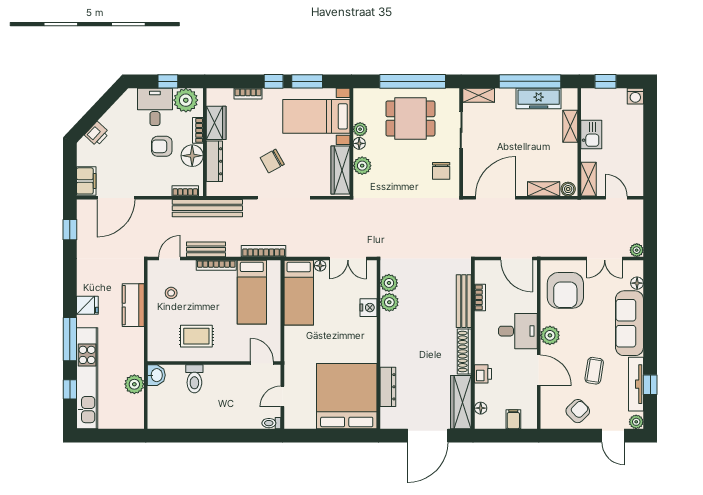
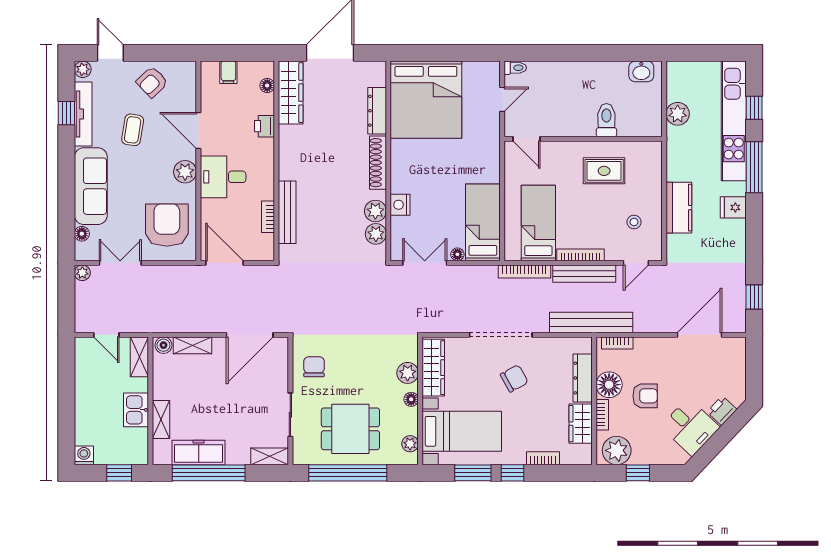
desk: (155, 107) -> (690, 427), moved, turned -47
plant: (360, 129) -> (410, 444), moved
filing cabinet: (86, 181) -> (735, 355), removed
bench: (206, 249) -> (584, 274), width x1.36
shoe rack: (464, 352) -> (378, 163), moved, turned 180
washbasin: (156, 375) -> (641, 71), moved, turned -90

